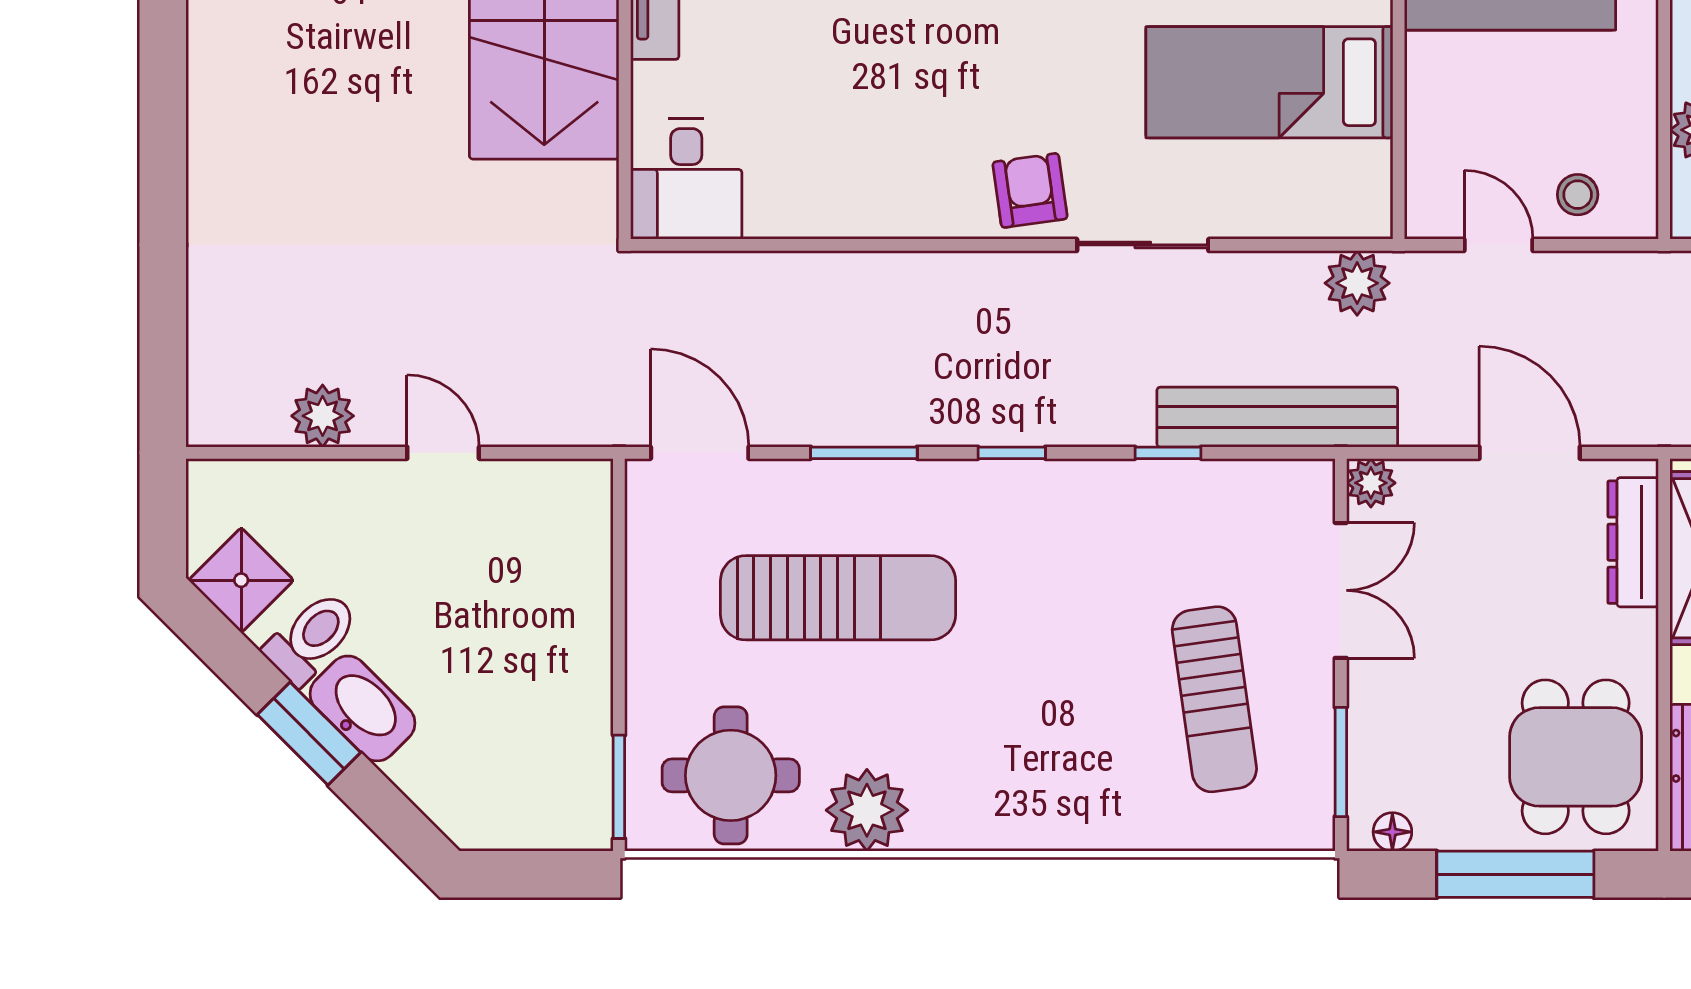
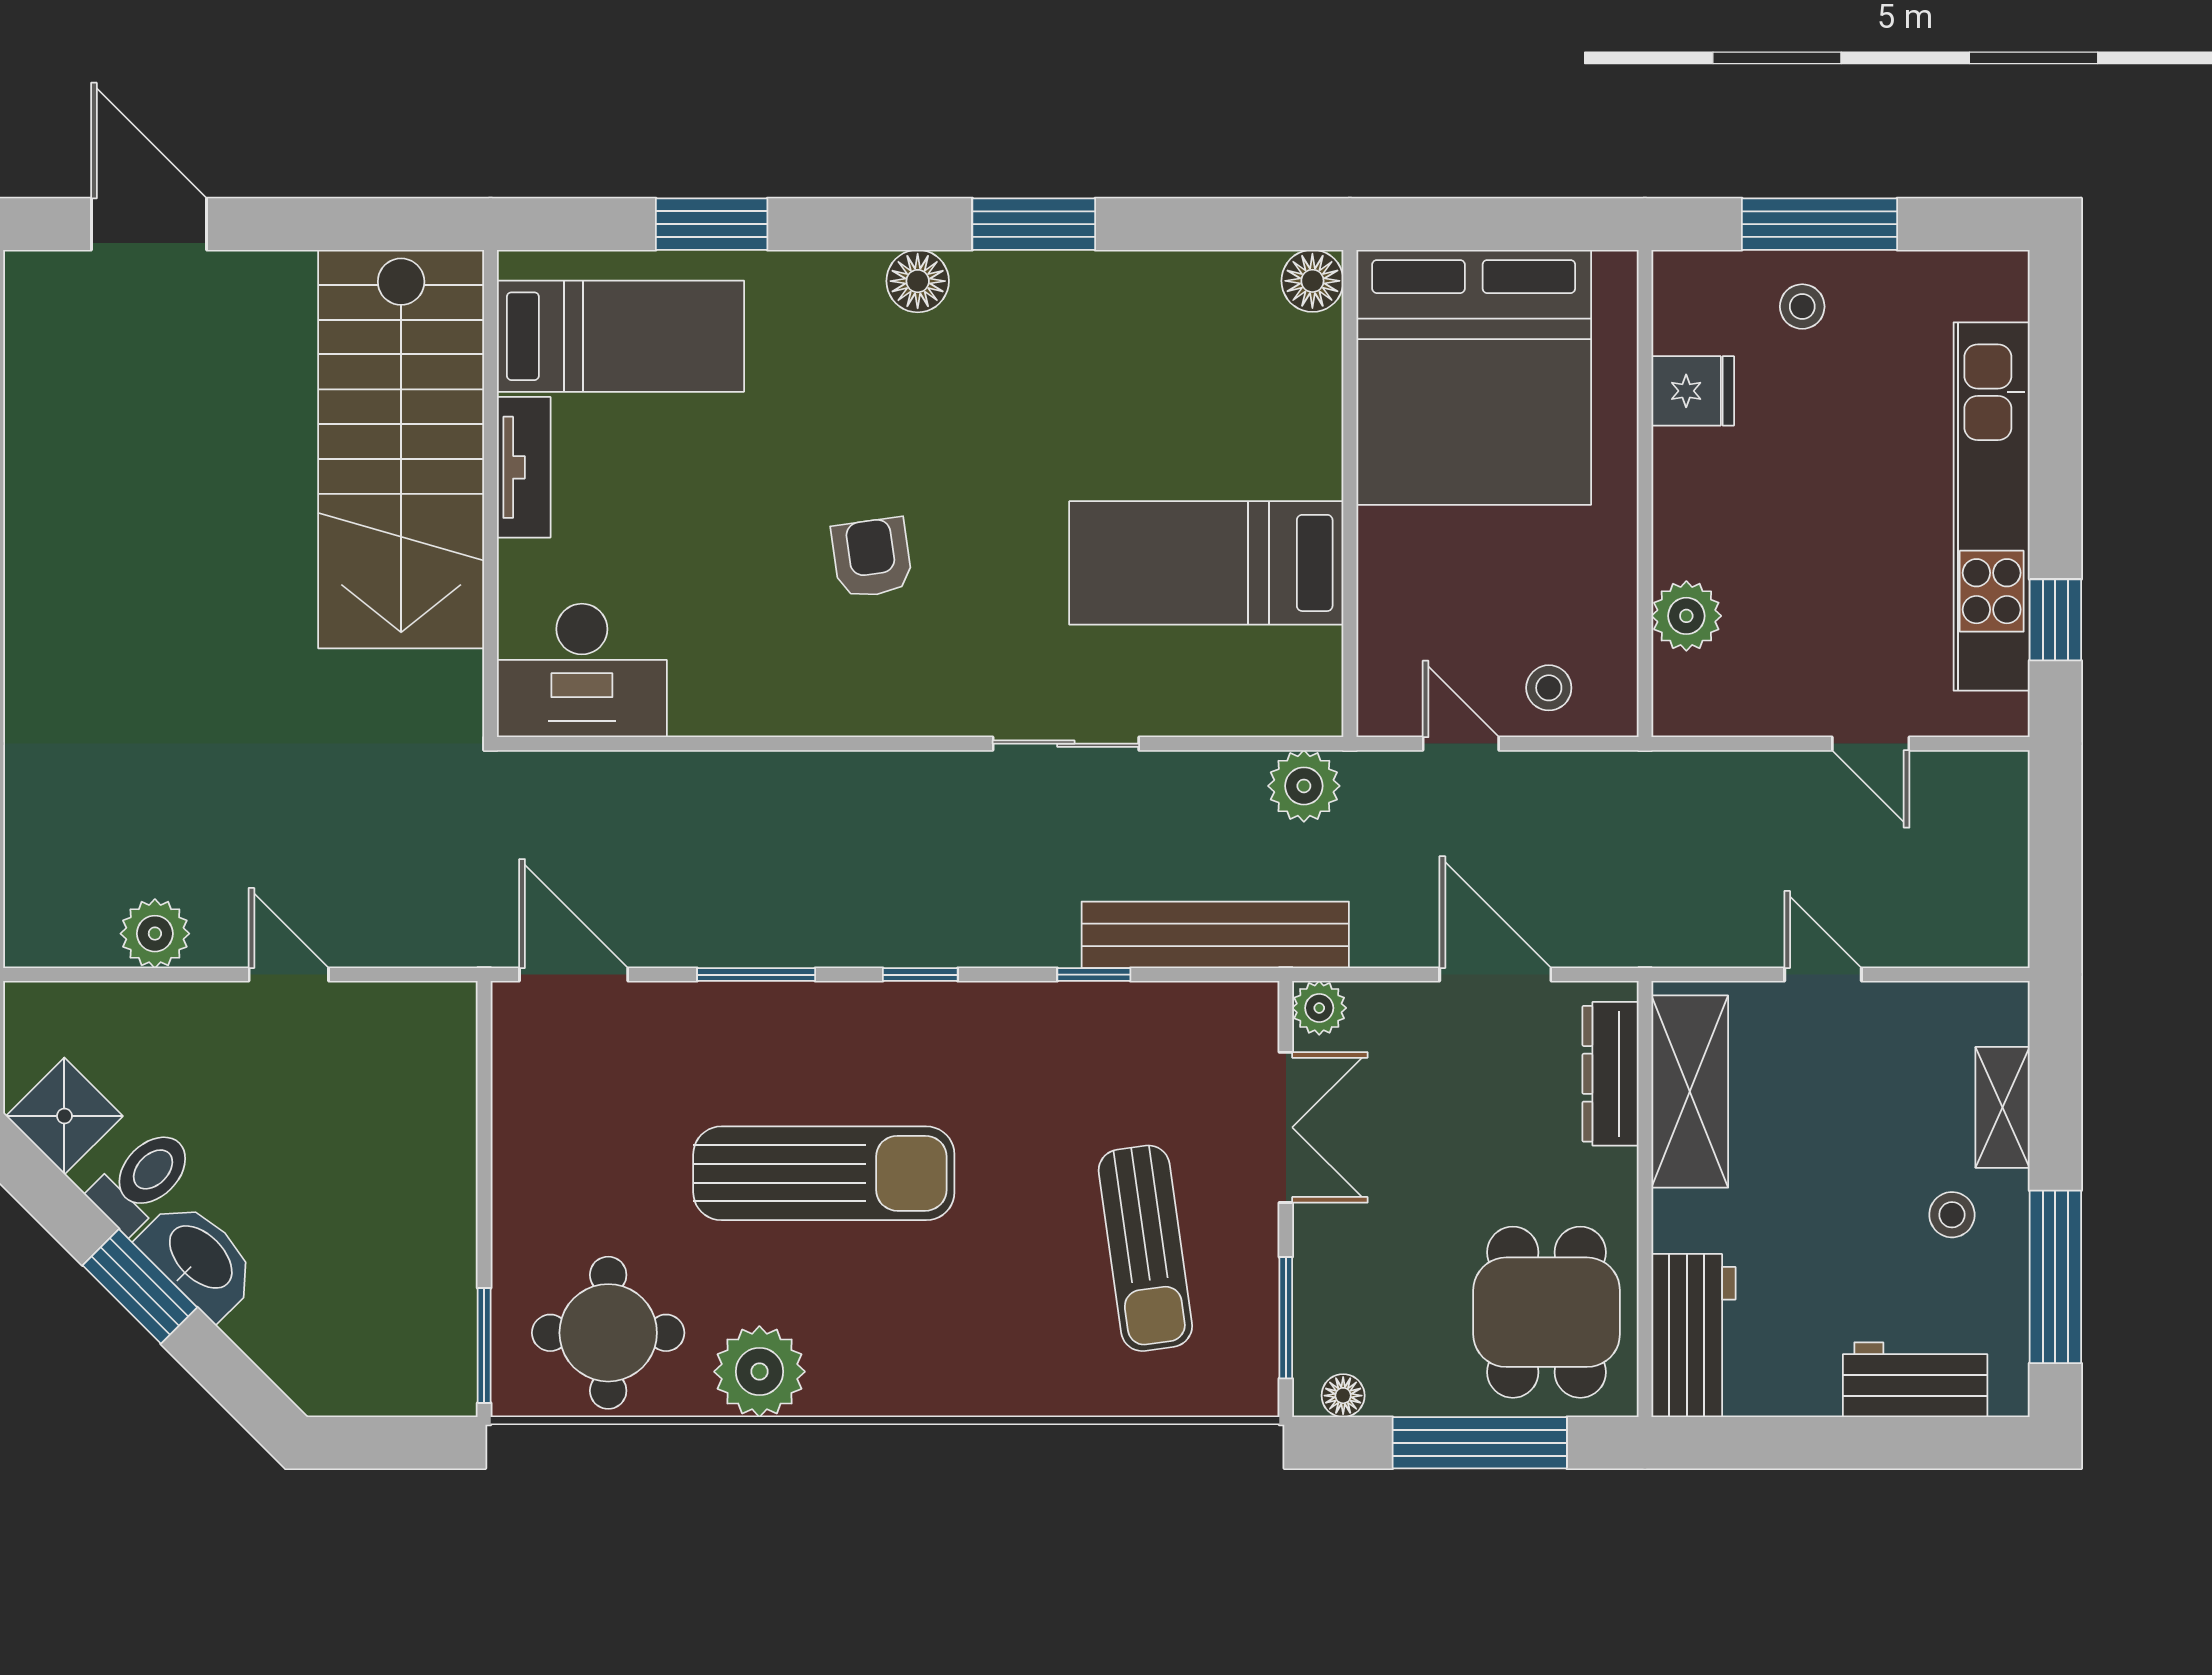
desk: (686, 179) -> (582, 670), width x1.37
armchair: (1030, 190) -> (872, 558), moved
sun lounger: (838, 598) -> (824, 1173), moved

